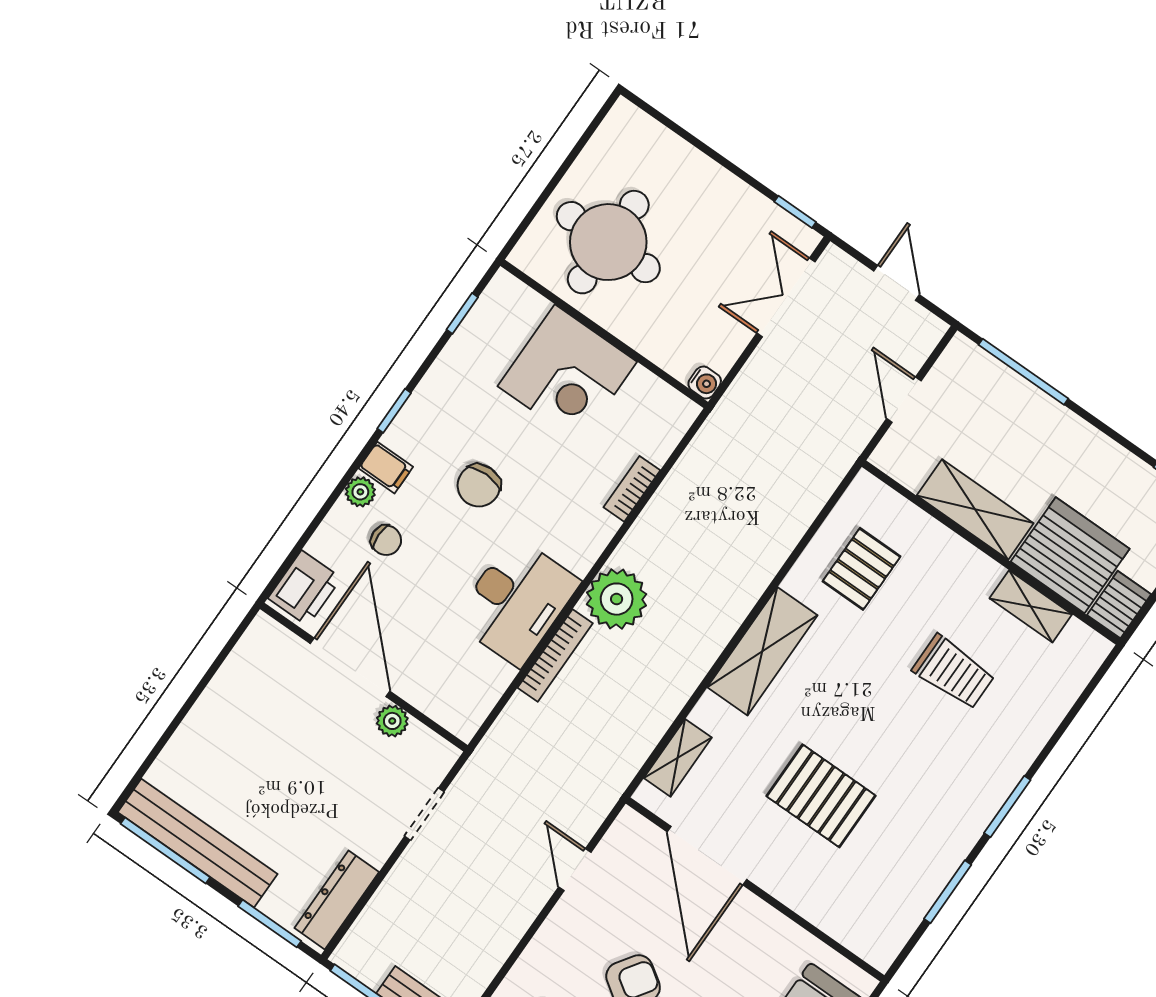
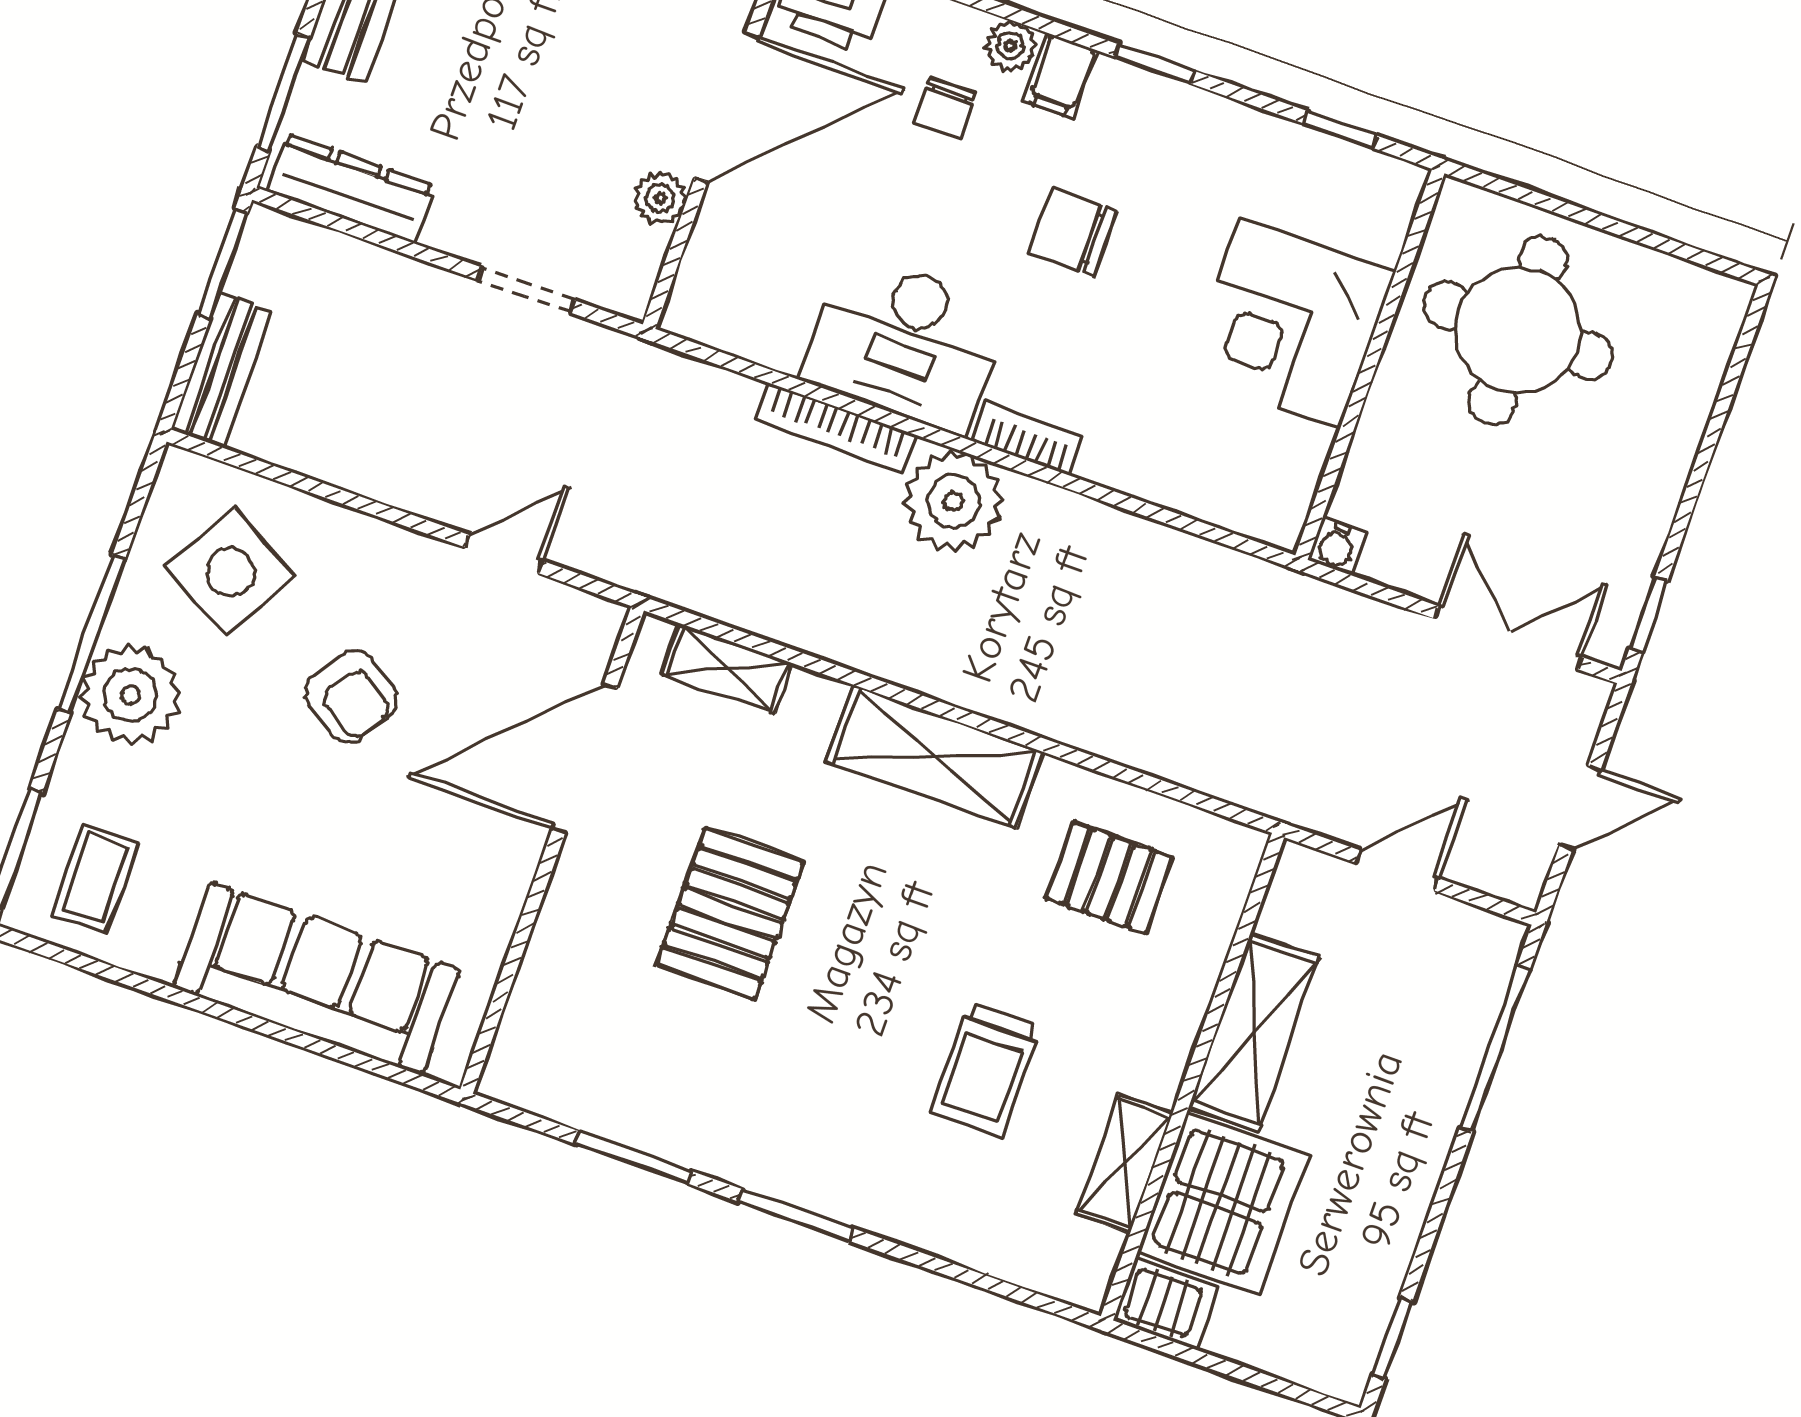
bookcase: (632, 489) -> (1028, 439), moved

